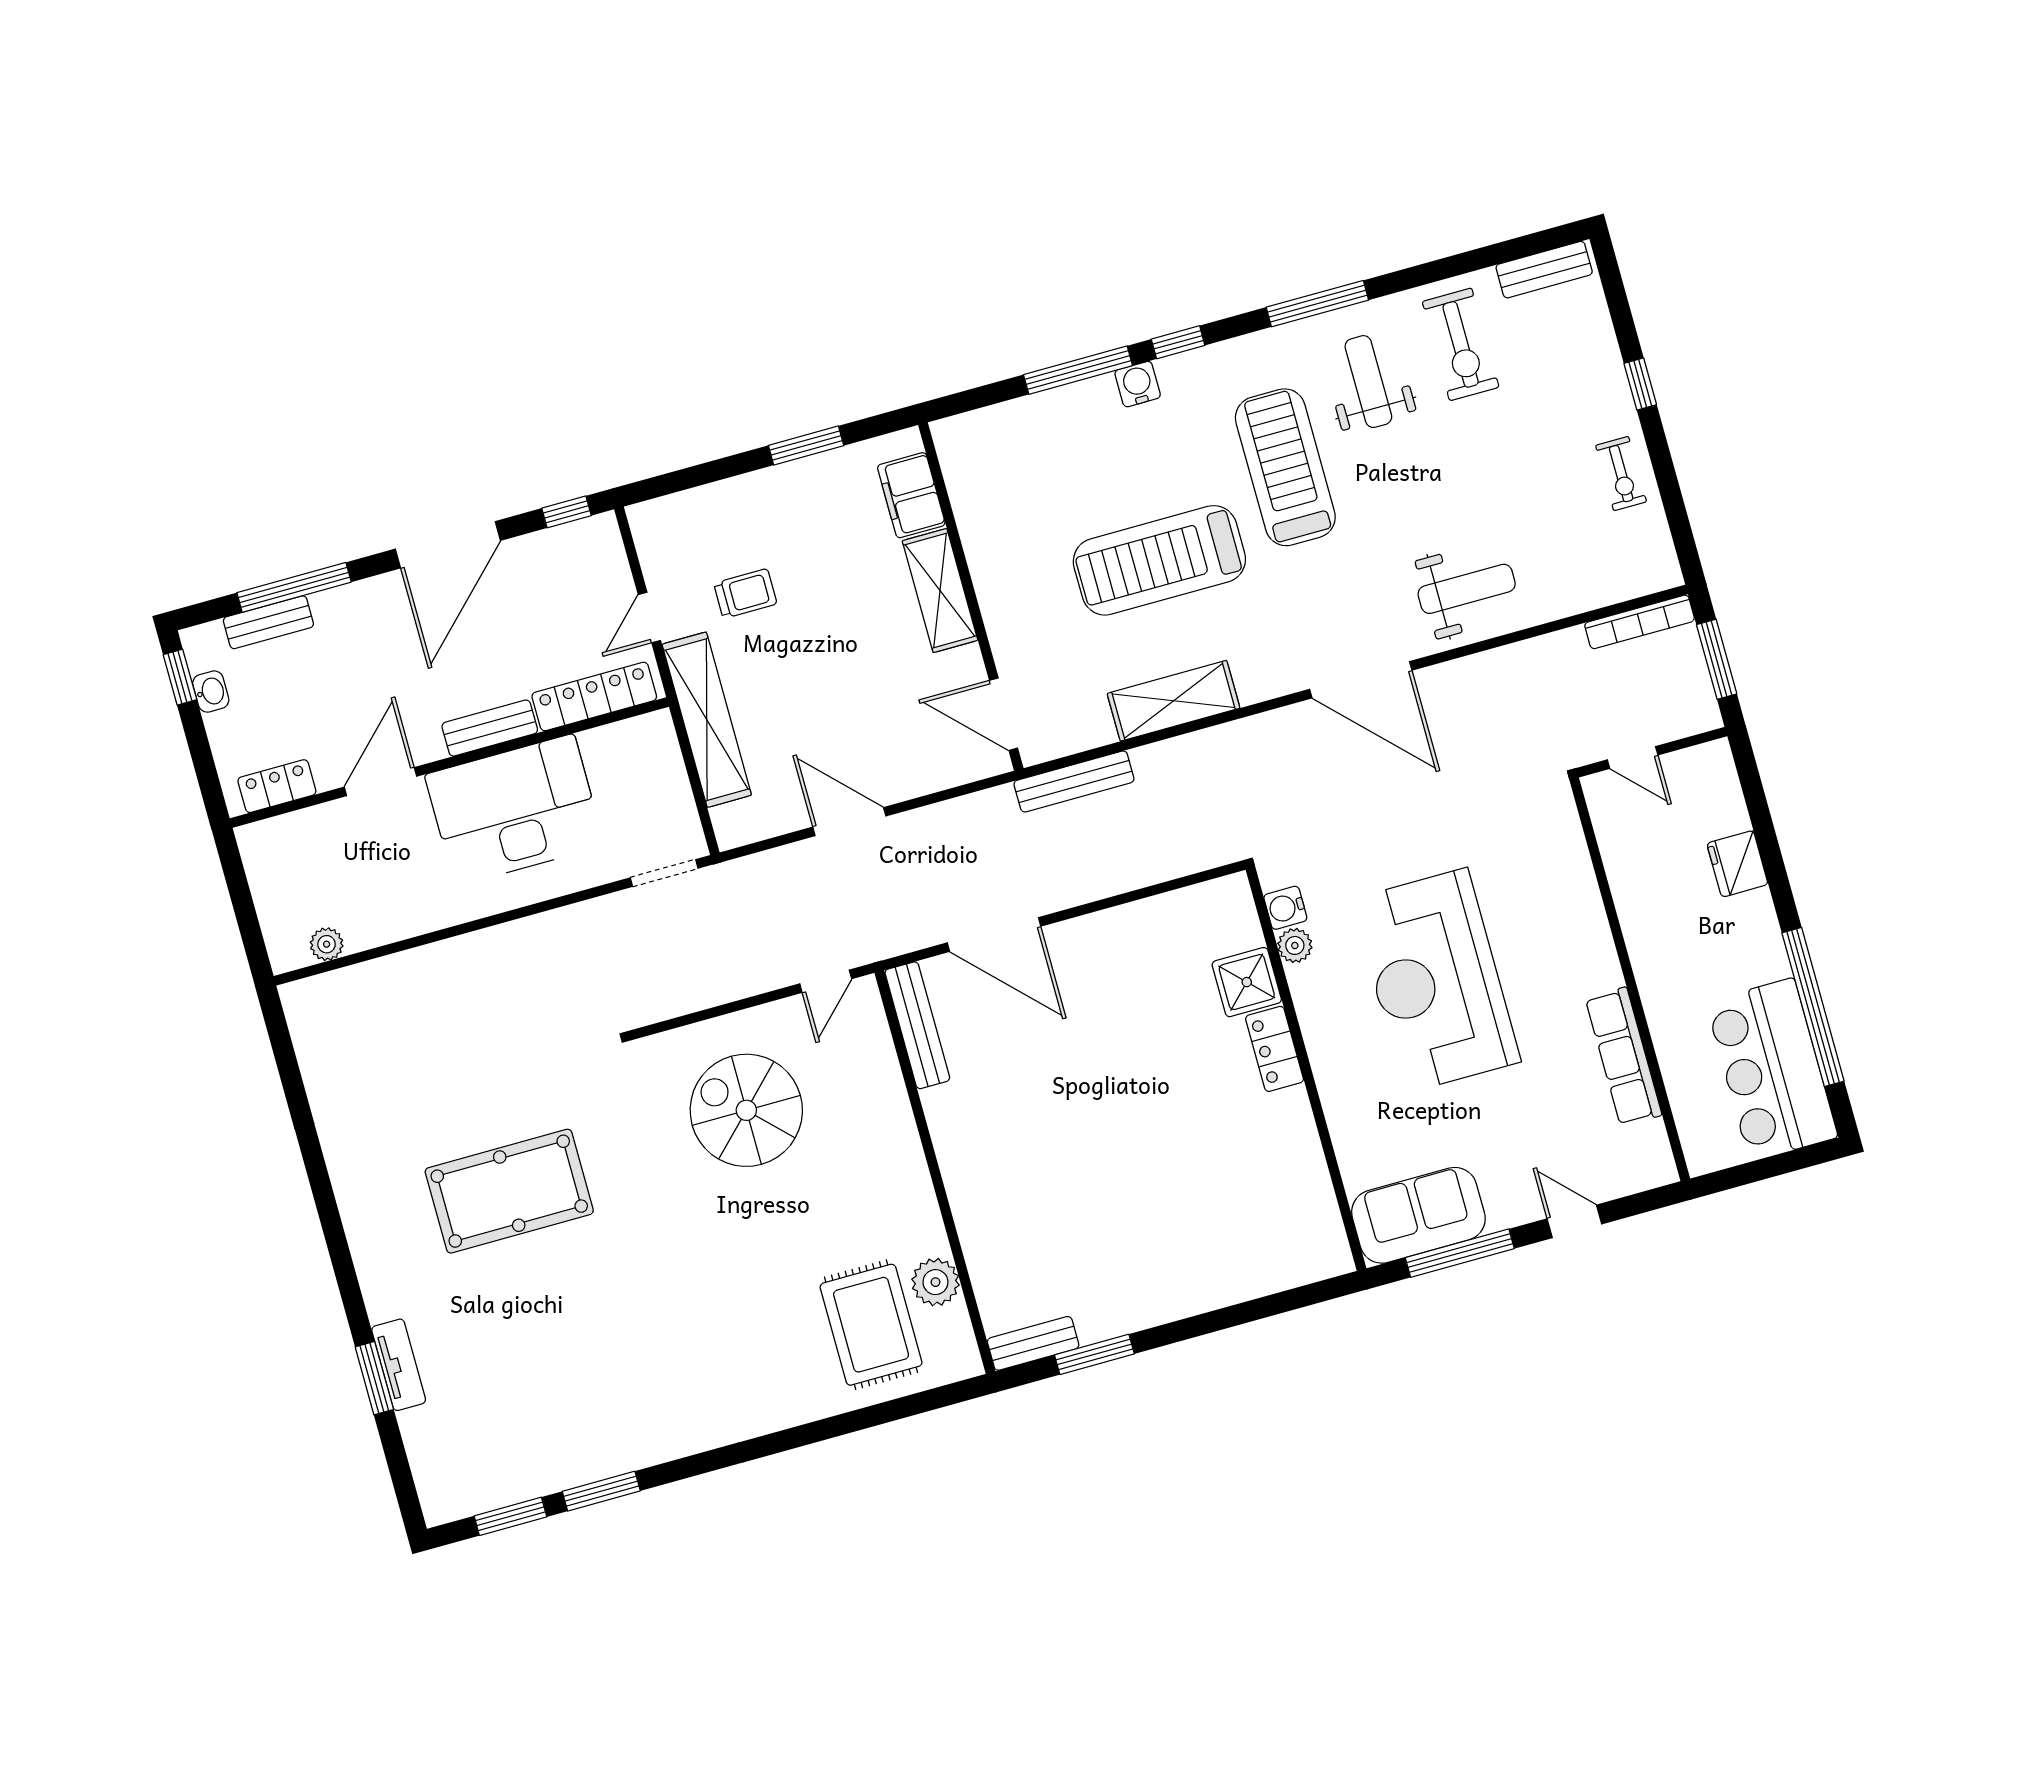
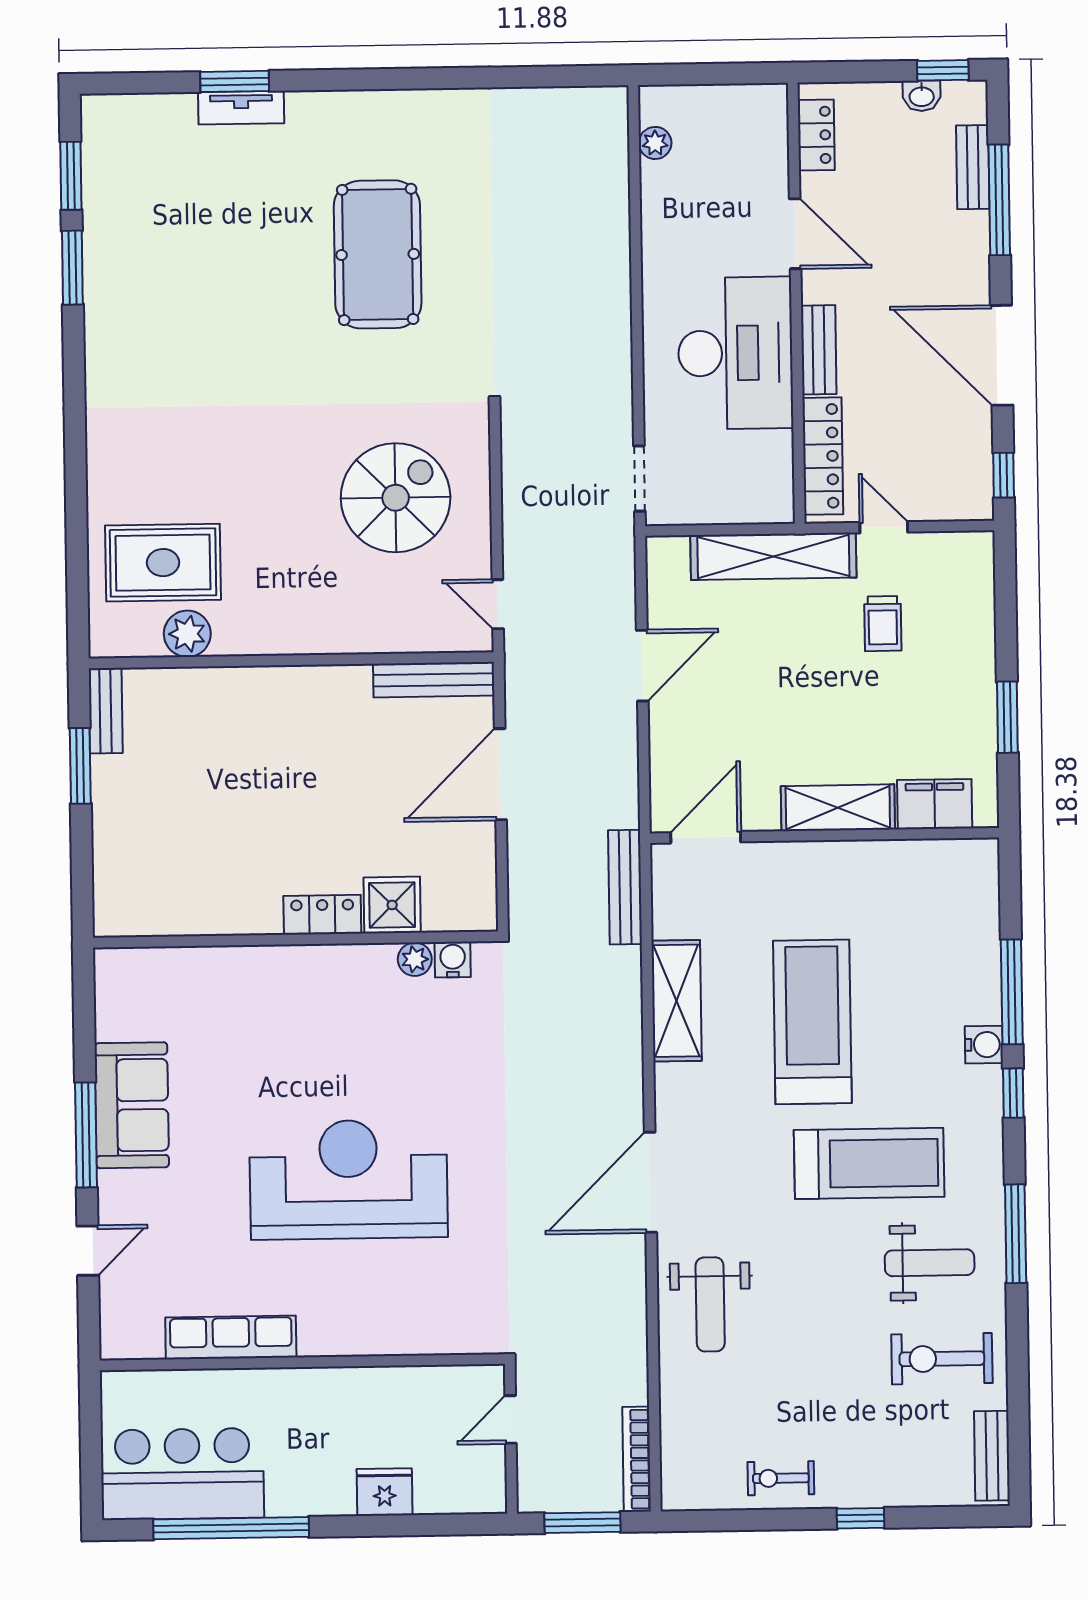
water cooler: (1285, 908) -> (453, 960), moved
plant: (1295, 945) -> (415, 959), moved
shower: (1247, 982) -> (392, 905), moved
locker: (1275, 1049) -> (322, 915), moved
wall: (1306, 1069) -> (296, 939), moved

